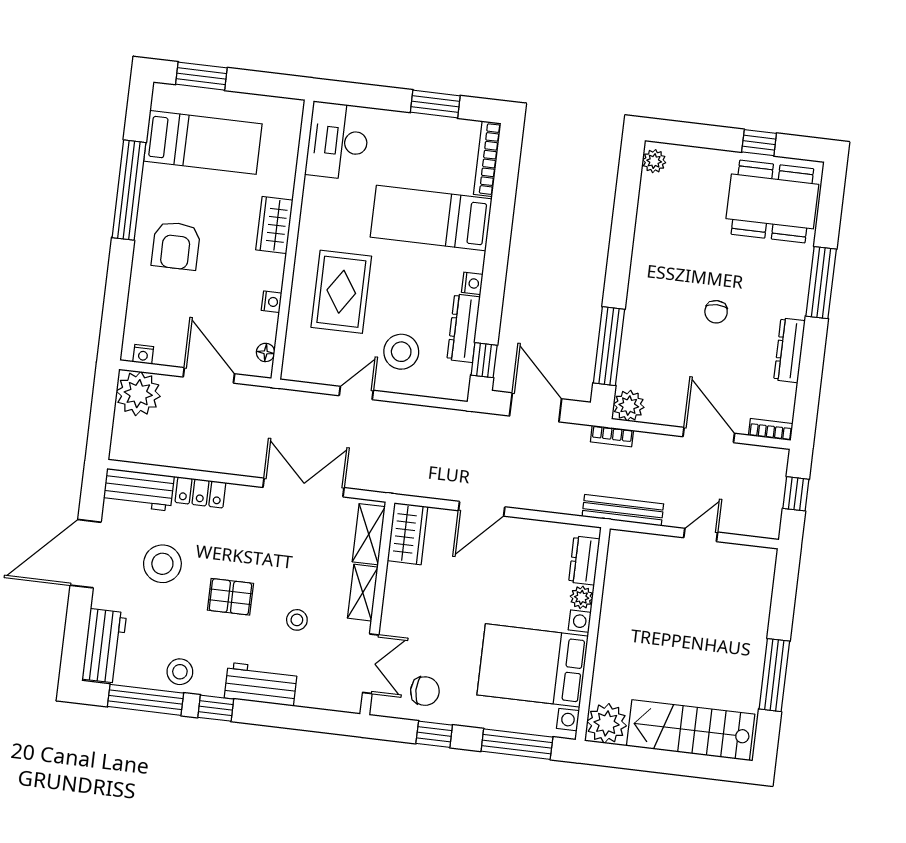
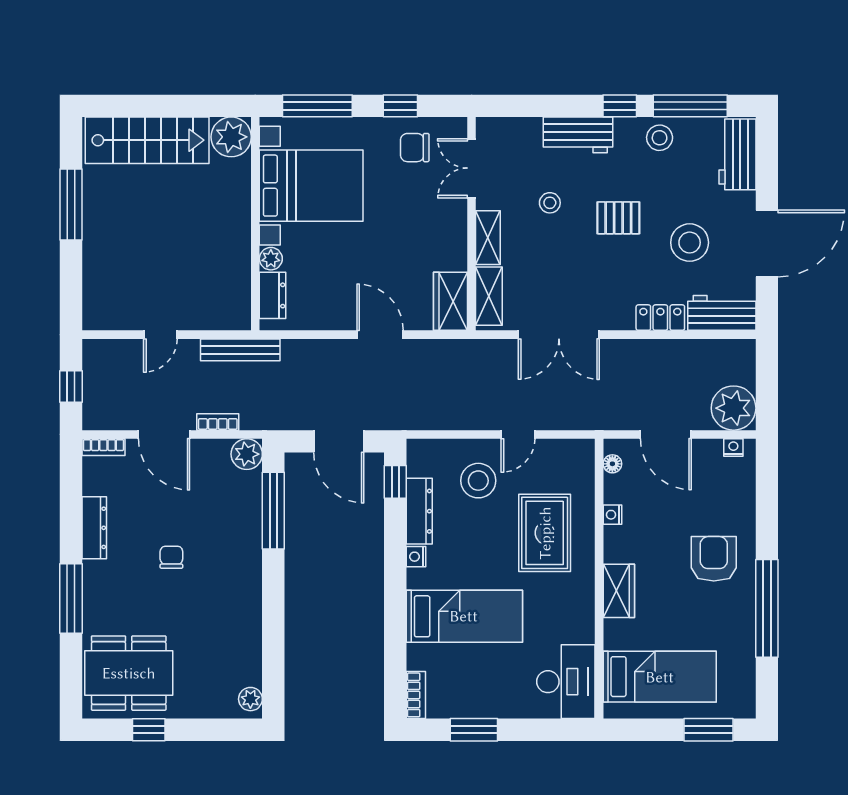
bed: (203, 142) -> (660, 677), moved, turned 180
bookcase: (487, 159) -> (416, 695), width x0.64
bookcase: (612, 436) -> (218, 422), moved
door: (482, 509) -> (380, 335), hinge flipped

